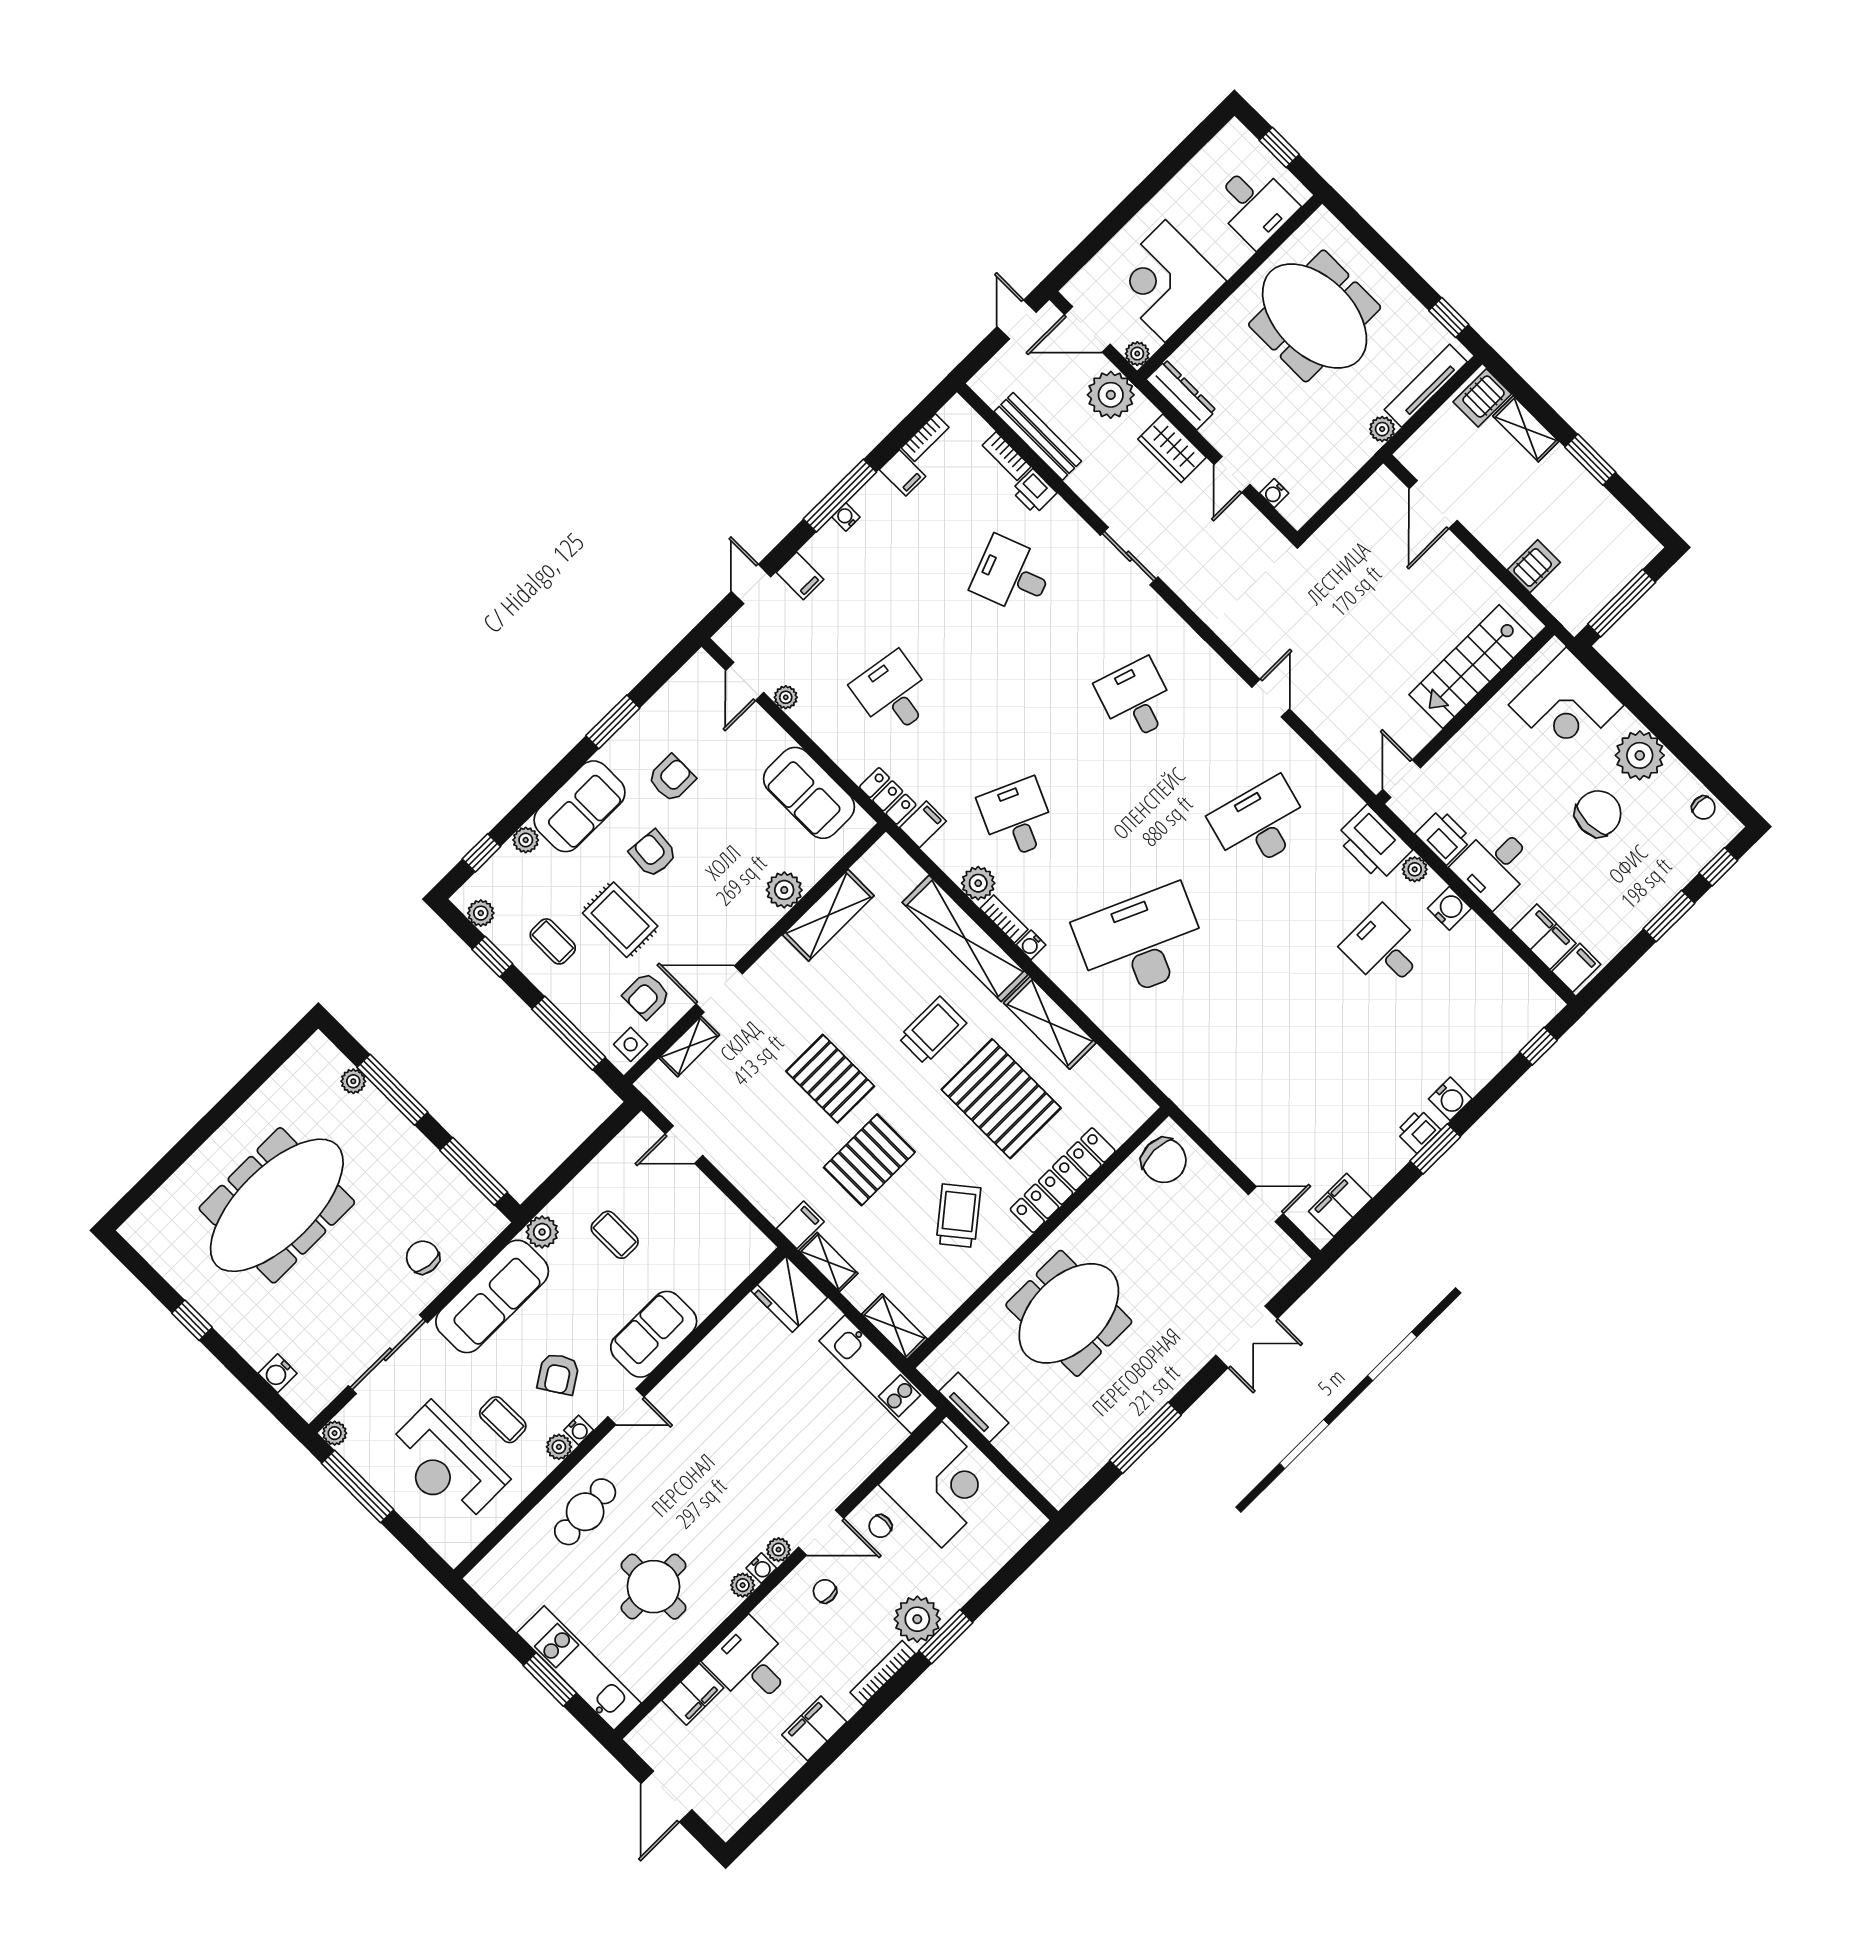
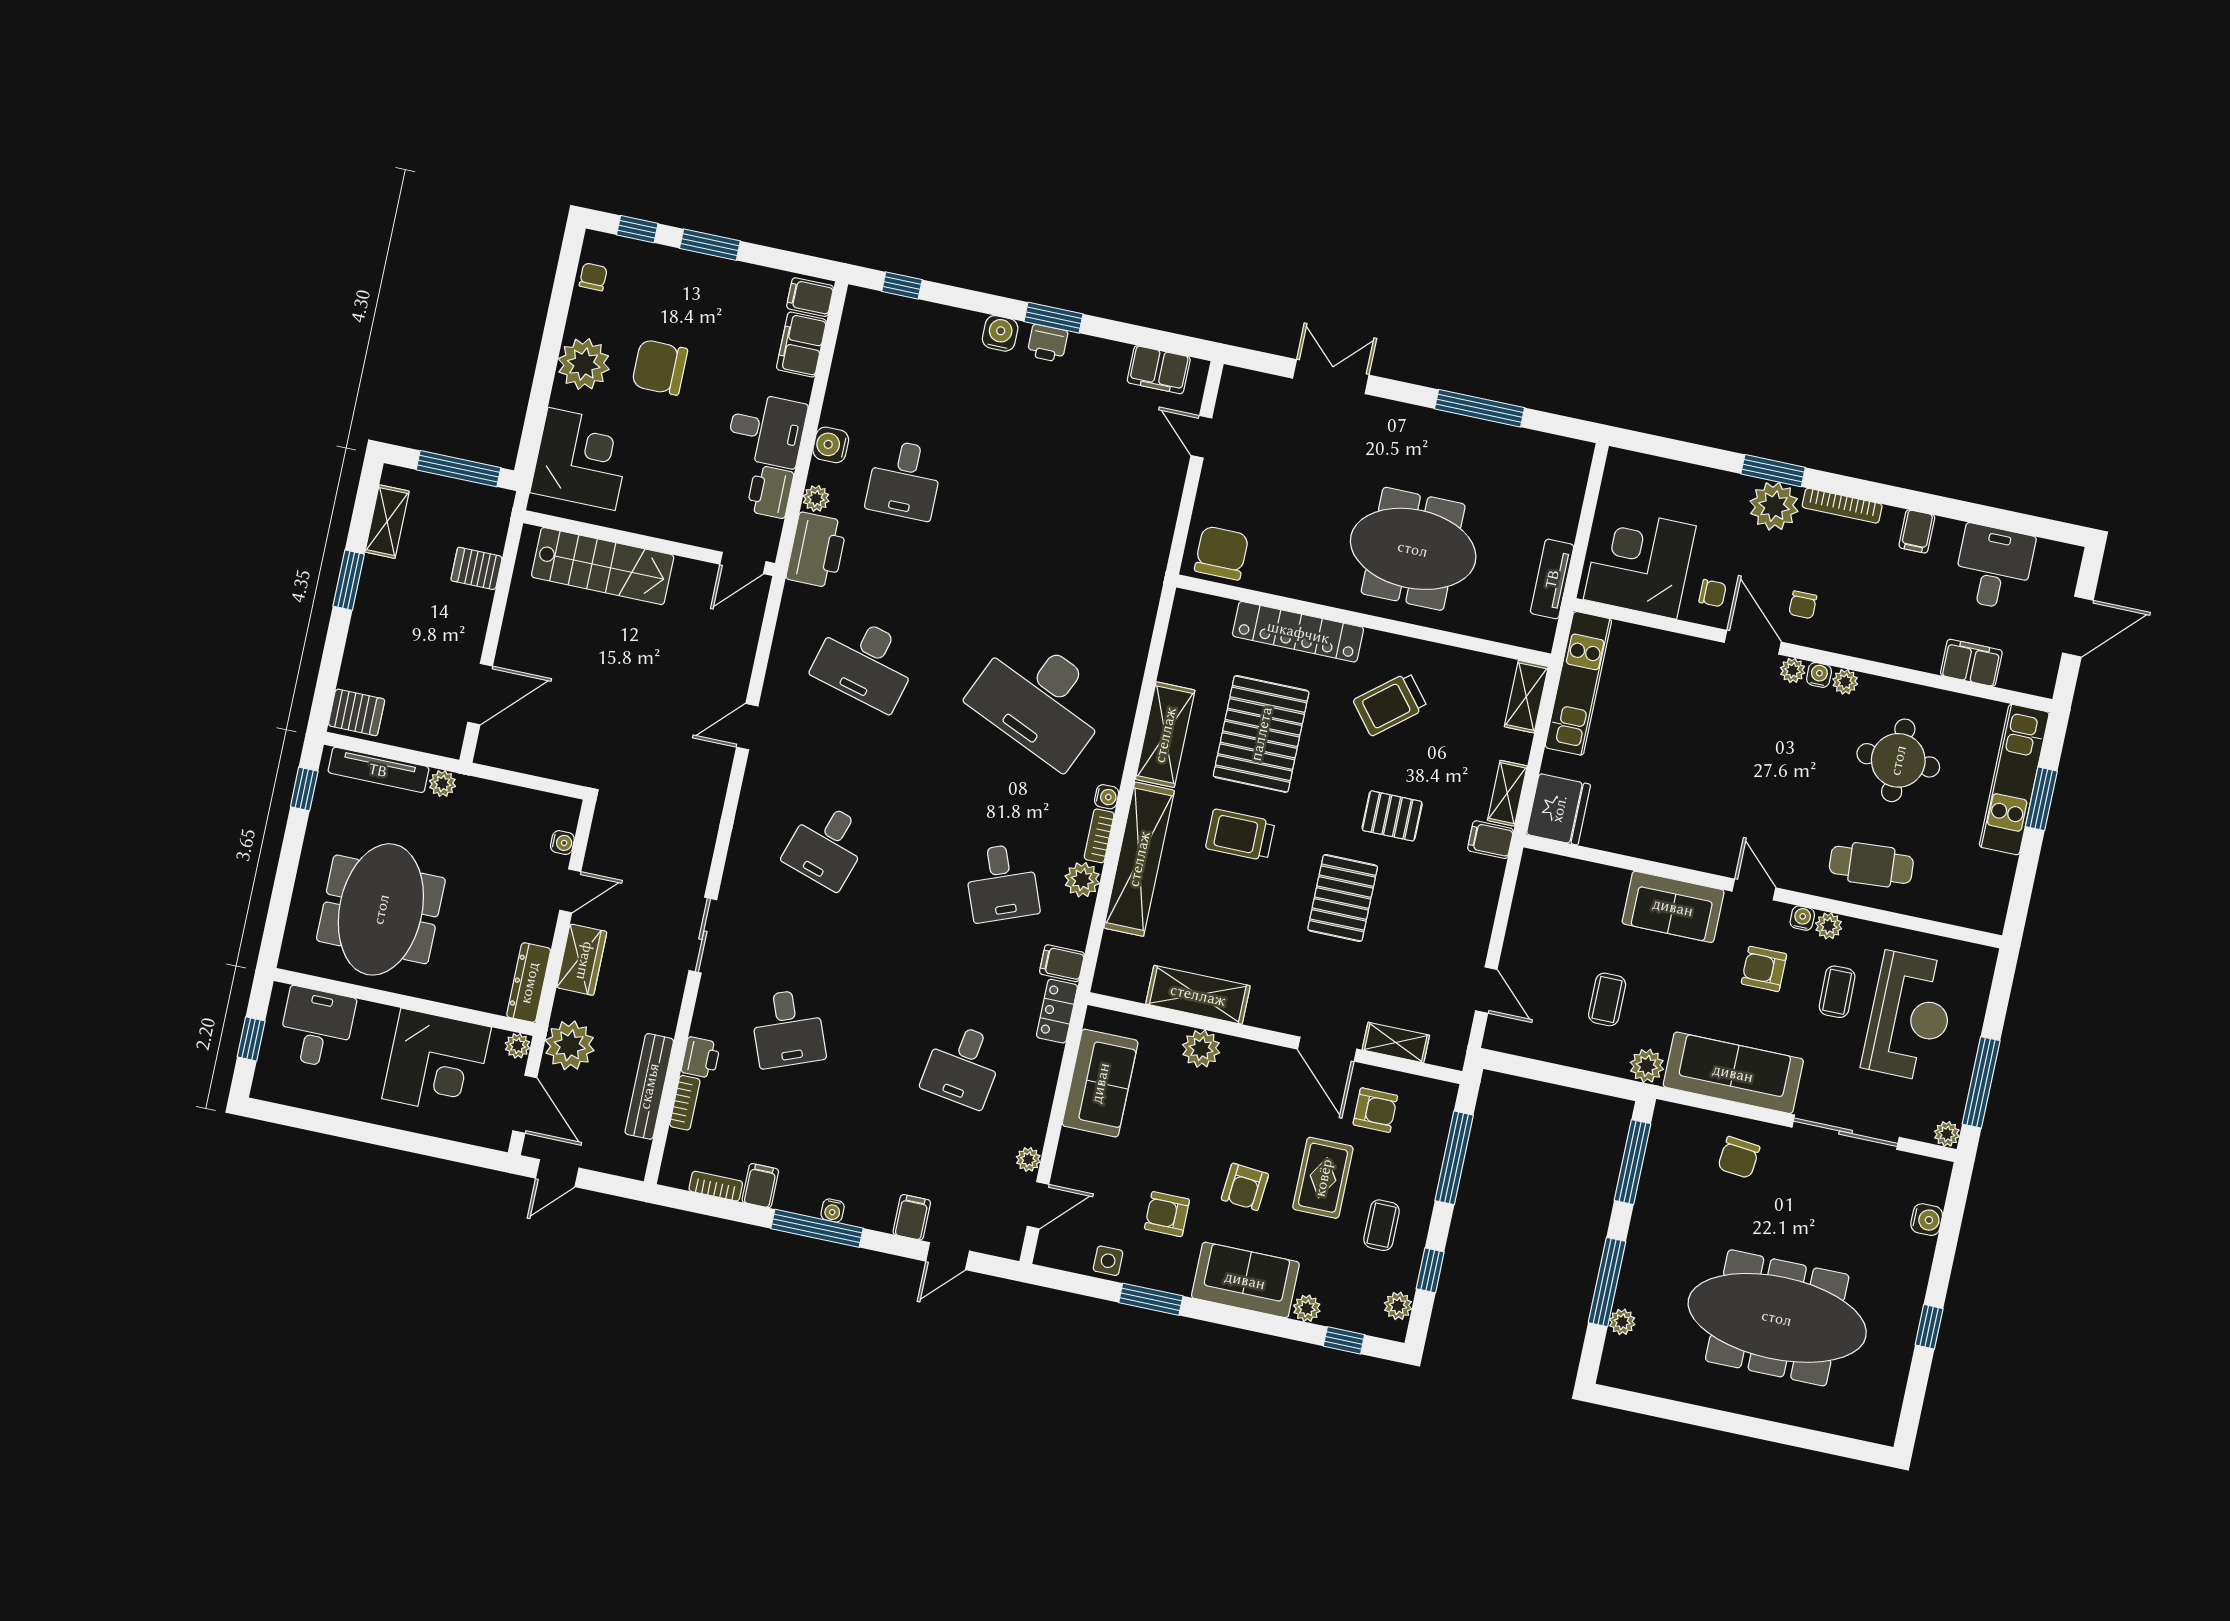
shelving: (1526, 429) -> (387, 522), moved
desk: (1017, 818) -> (1002, 883), turned -45
side table: (631, 1044) -> (1108, 1261), moved
pallet: (869, 1160) -> (1392, 816), width x0.67, depth x0.71
armchair: (558, 1374) -> (1764, 969), turned -147
desk: (750, 1663) -> (1994, 567), moved, turned 180
filing cabinet: (814, 1728) -> (1917, 531), width x0.50

